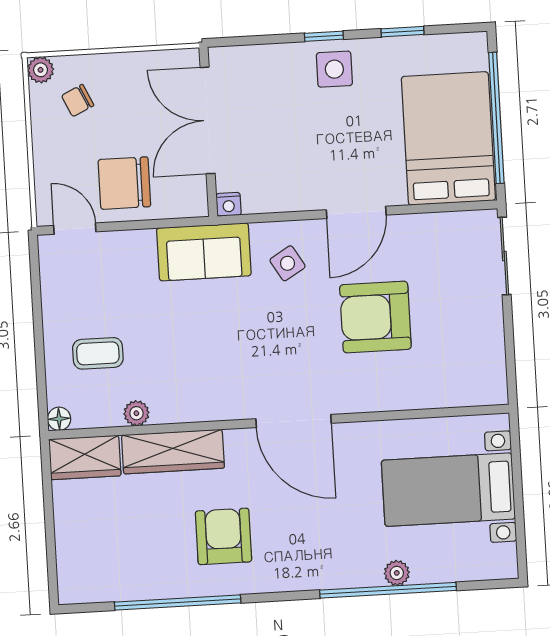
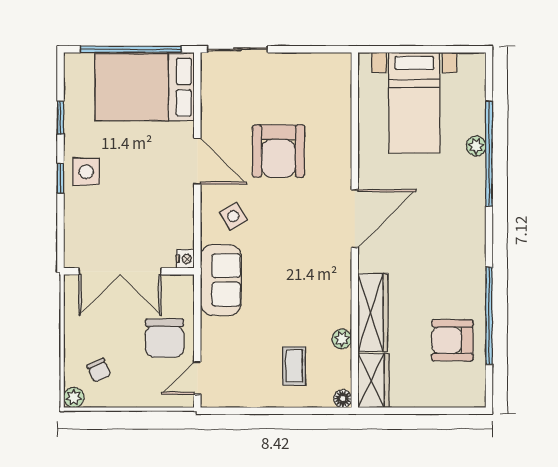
armchair: (223, 536) -> (452, 340), moved

